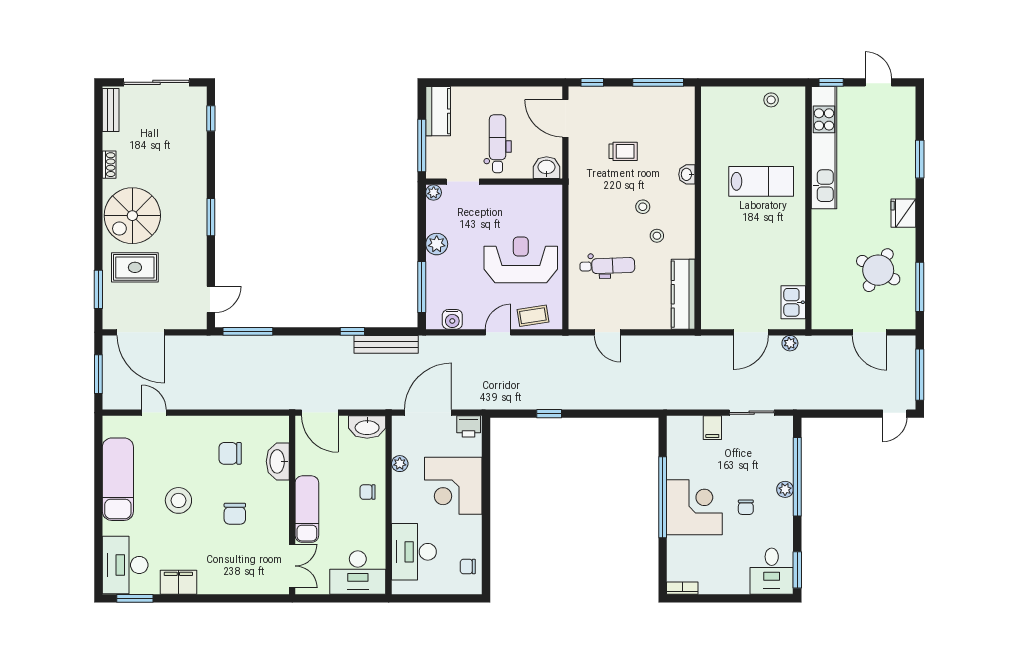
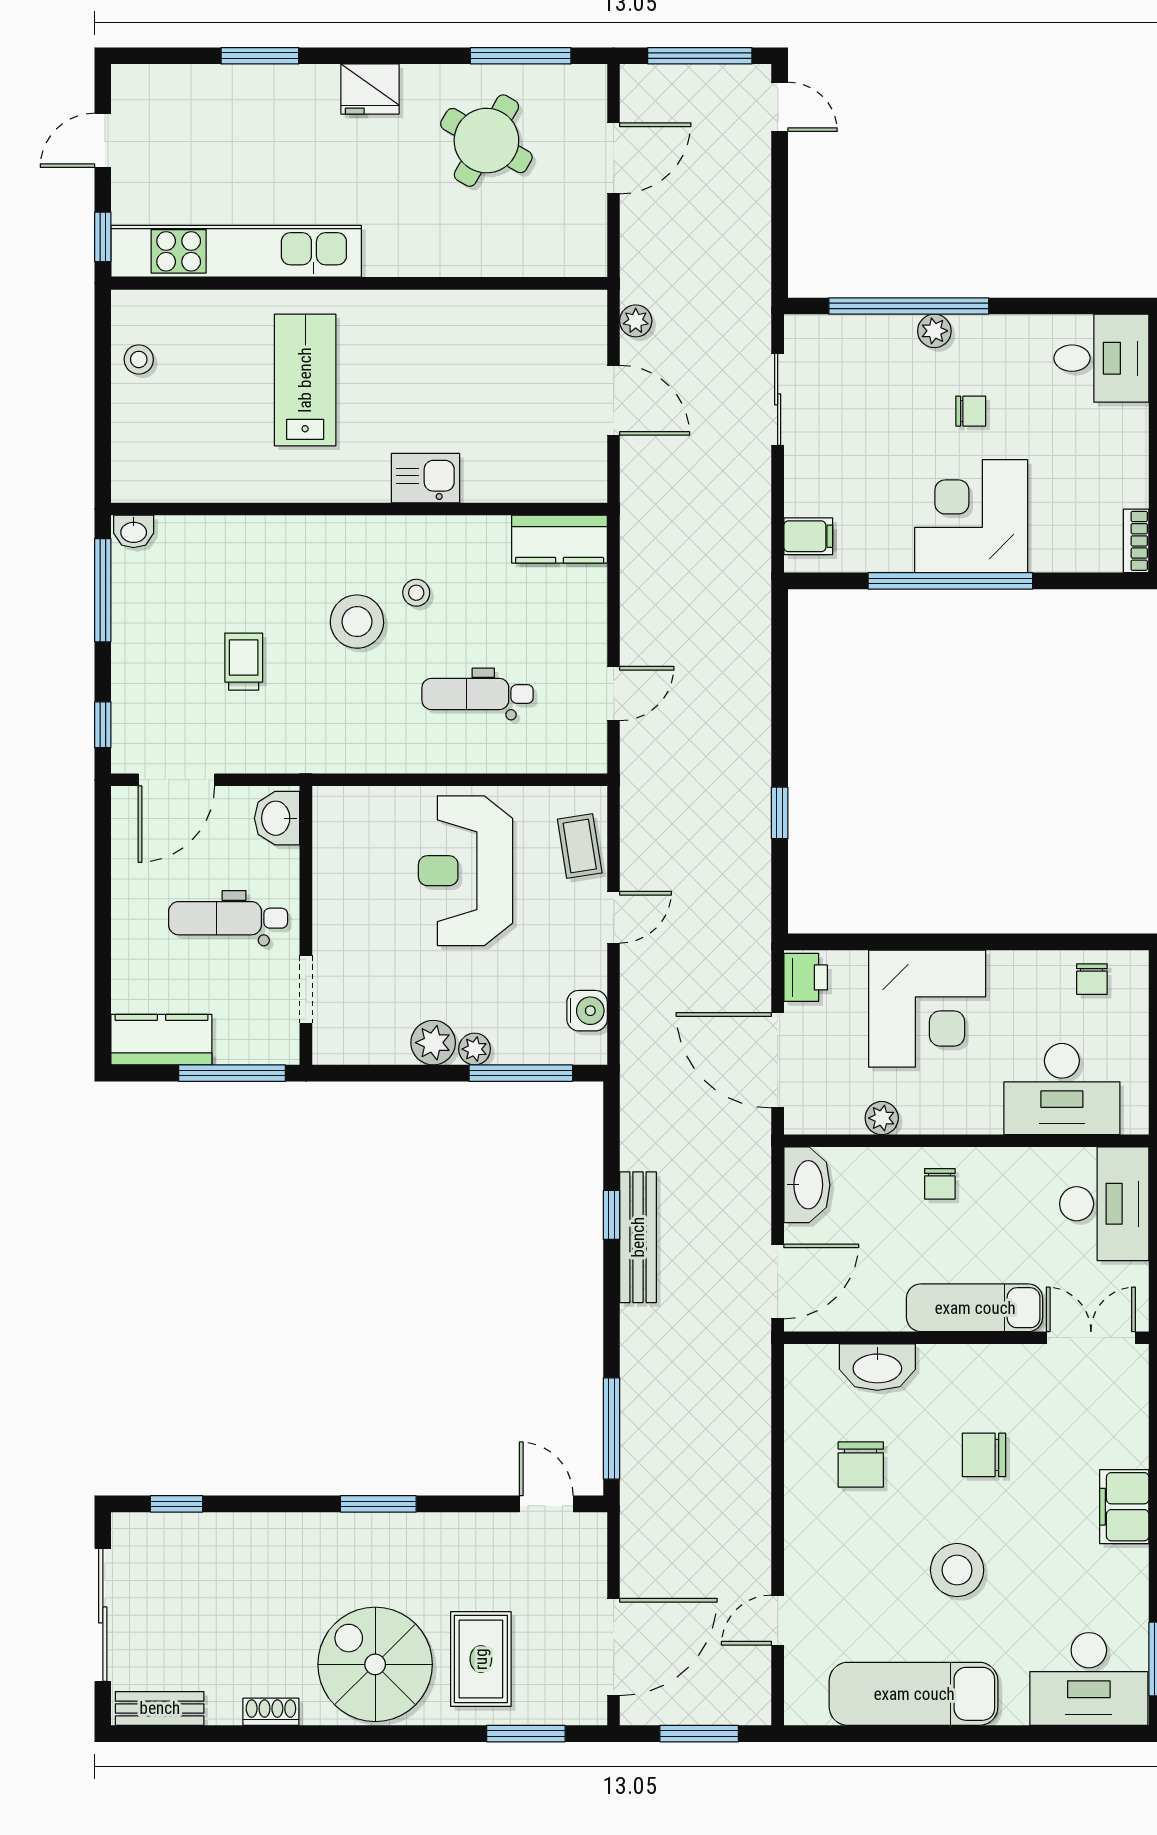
washbasin: (687, 174) -> (134, 531), moved
plant: (434, 193) -> (475, 1049), moved
stool: (643, 207) -> (357, 622), width x1.89, depth x1.89
spiral stairs: (132, 216) -> (375, 1664), turned 180
dental chair: (607, 266) -> (478, 694), turned -88
kitchen counter: (683, 294) -> (560, 539), width x0.67
kitchen sink: (793, 302) -> (426, 478), moved, turned 180
door: (498, 332) -> (614, 917), swing flipped
bench: (386, 344) -> (638, 1237), moved
filing cabinet: (712, 428) -> (808, 536), moved
chair: (235, 514) -> (984, 1455), turned 180
window: (797, 570) -> (1099, 306), removed
filing cabinet: (178, 582) -> (1124, 1507), moved

